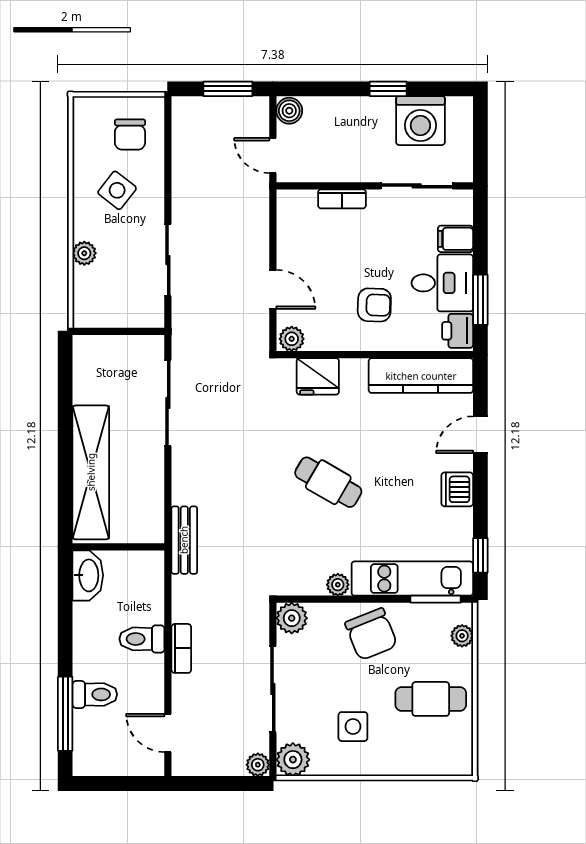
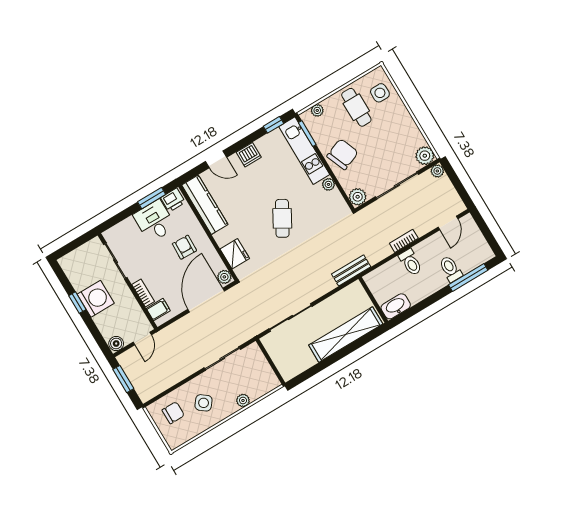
washing machine: (420, 121) -> (96, 299), moved
filing cabinet: (455, 239) -> (158, 310), moved, turned -90
door: (273, 289) -> (206, 300), width x1.88
side table: (353, 727) -> (380, 93), moved

